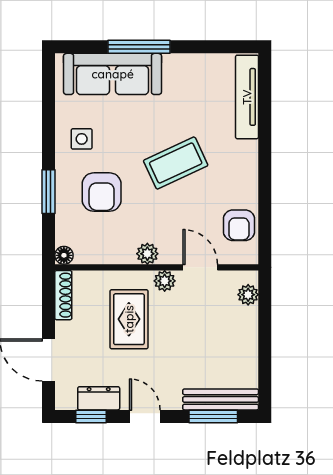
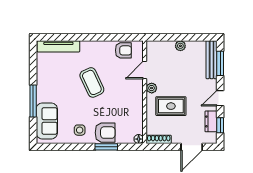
sofa: (113, 74) -> (47, 121), width x0.73
armchair: (102, 192) -> (105, 133), moved
plant: (147, 254) -> (138, 97), removed
plant: (248, 295) -> (180, 46), moved

